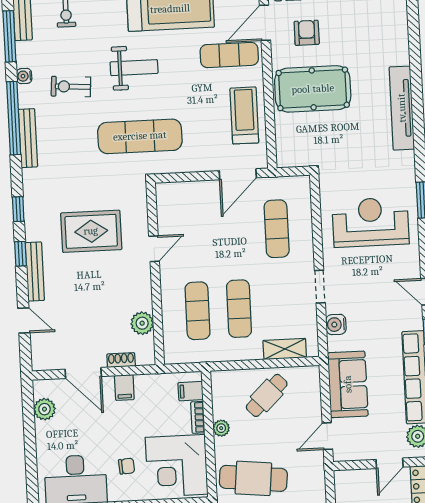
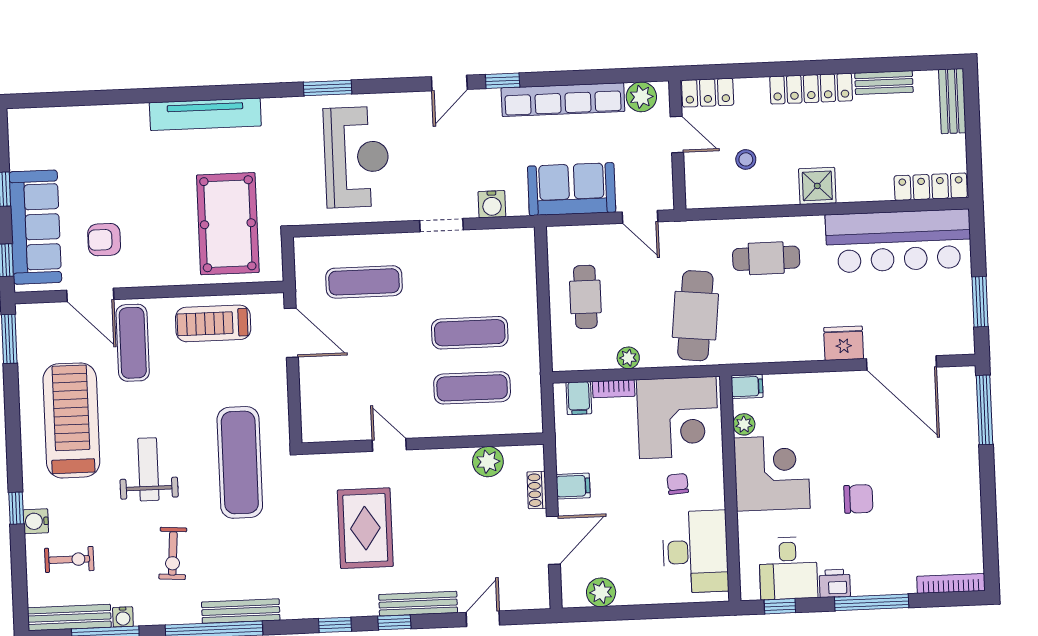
water cooler: (24, 76) -> (123, 617), moved
pool table: (313, 89) -> (228, 224), moved
reception desk: (371, 222) -> (356, 157), turned 180
shelving: (285, 349) -> (524, 272), removed
cafe table: (267, 395) -> (585, 297), turned 44

